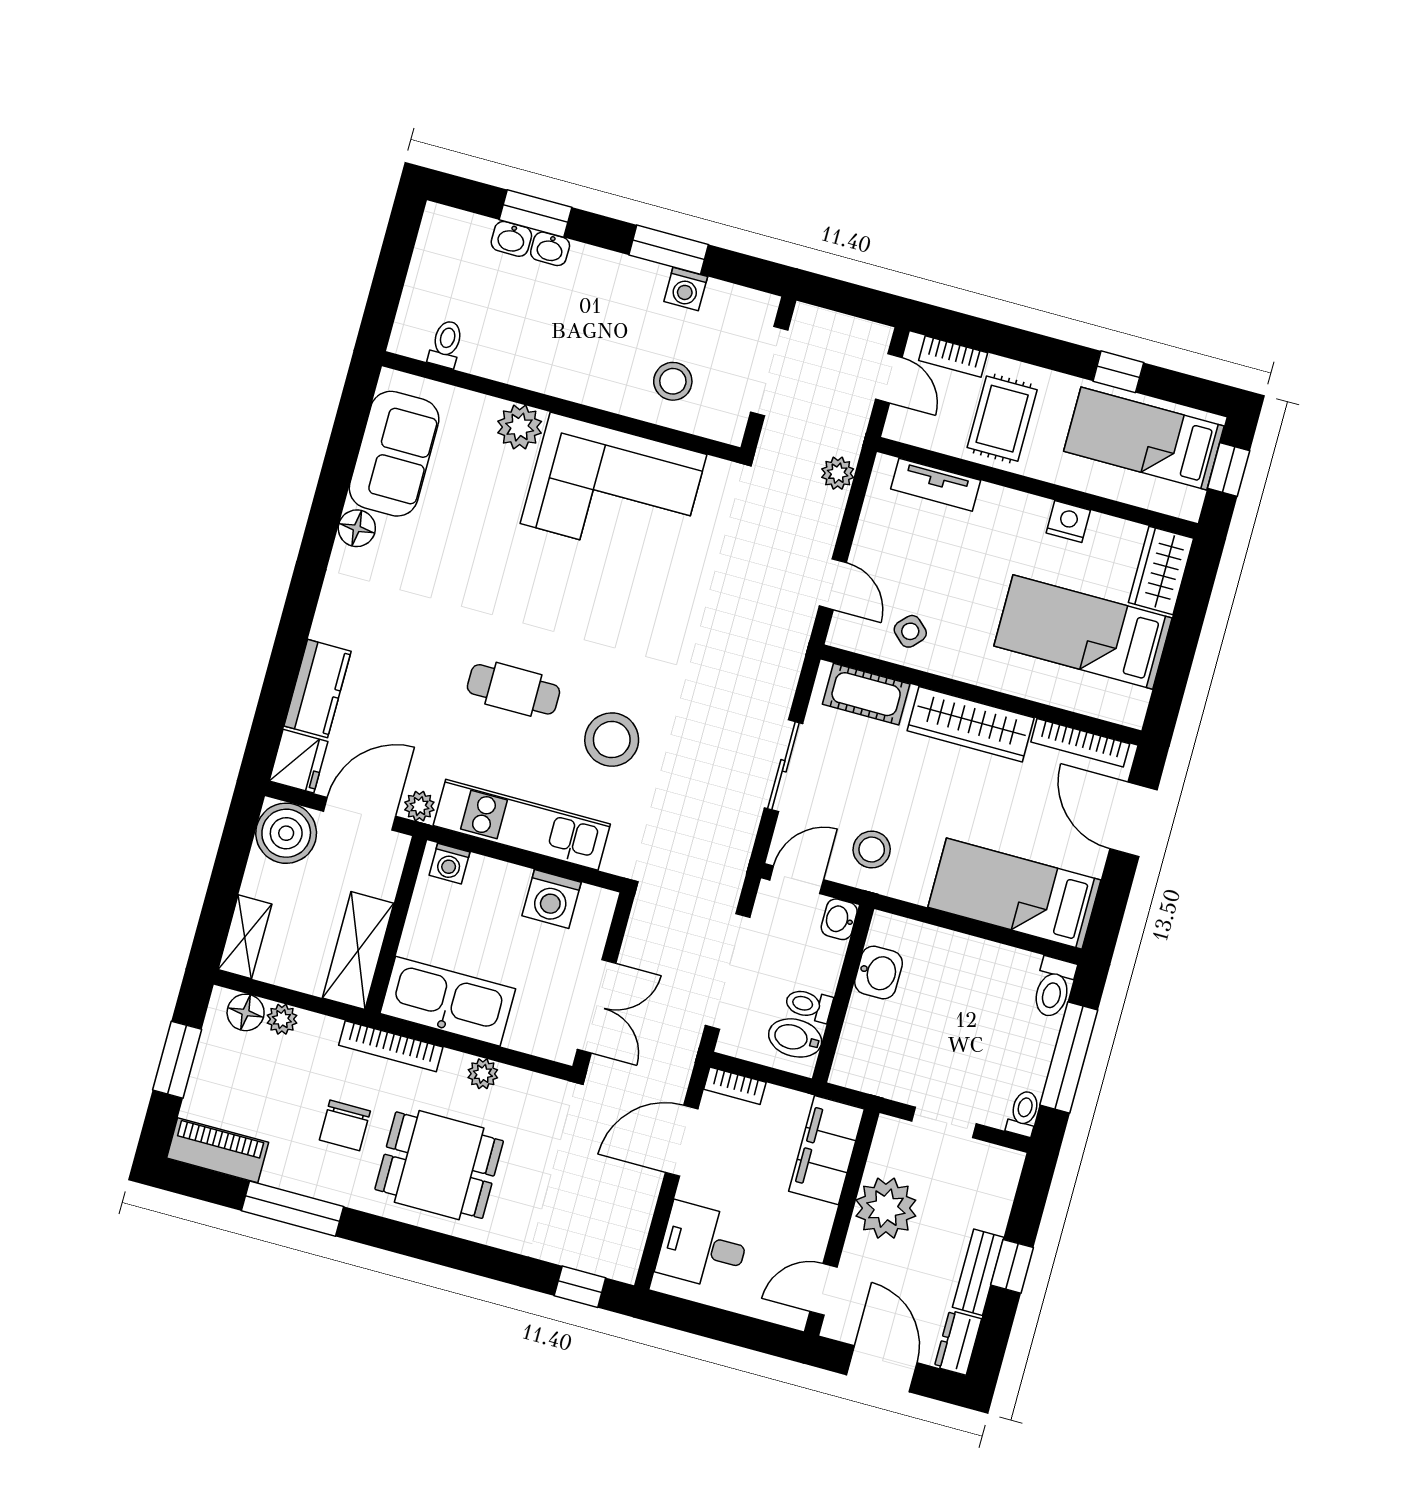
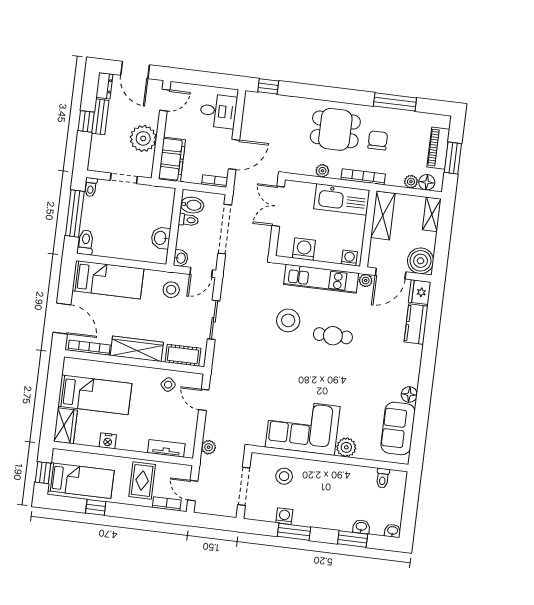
washbasin: (550, 249) -> (393, 531), moved
piano: (218, 1150) -> (438, 148), moved, turned 90

